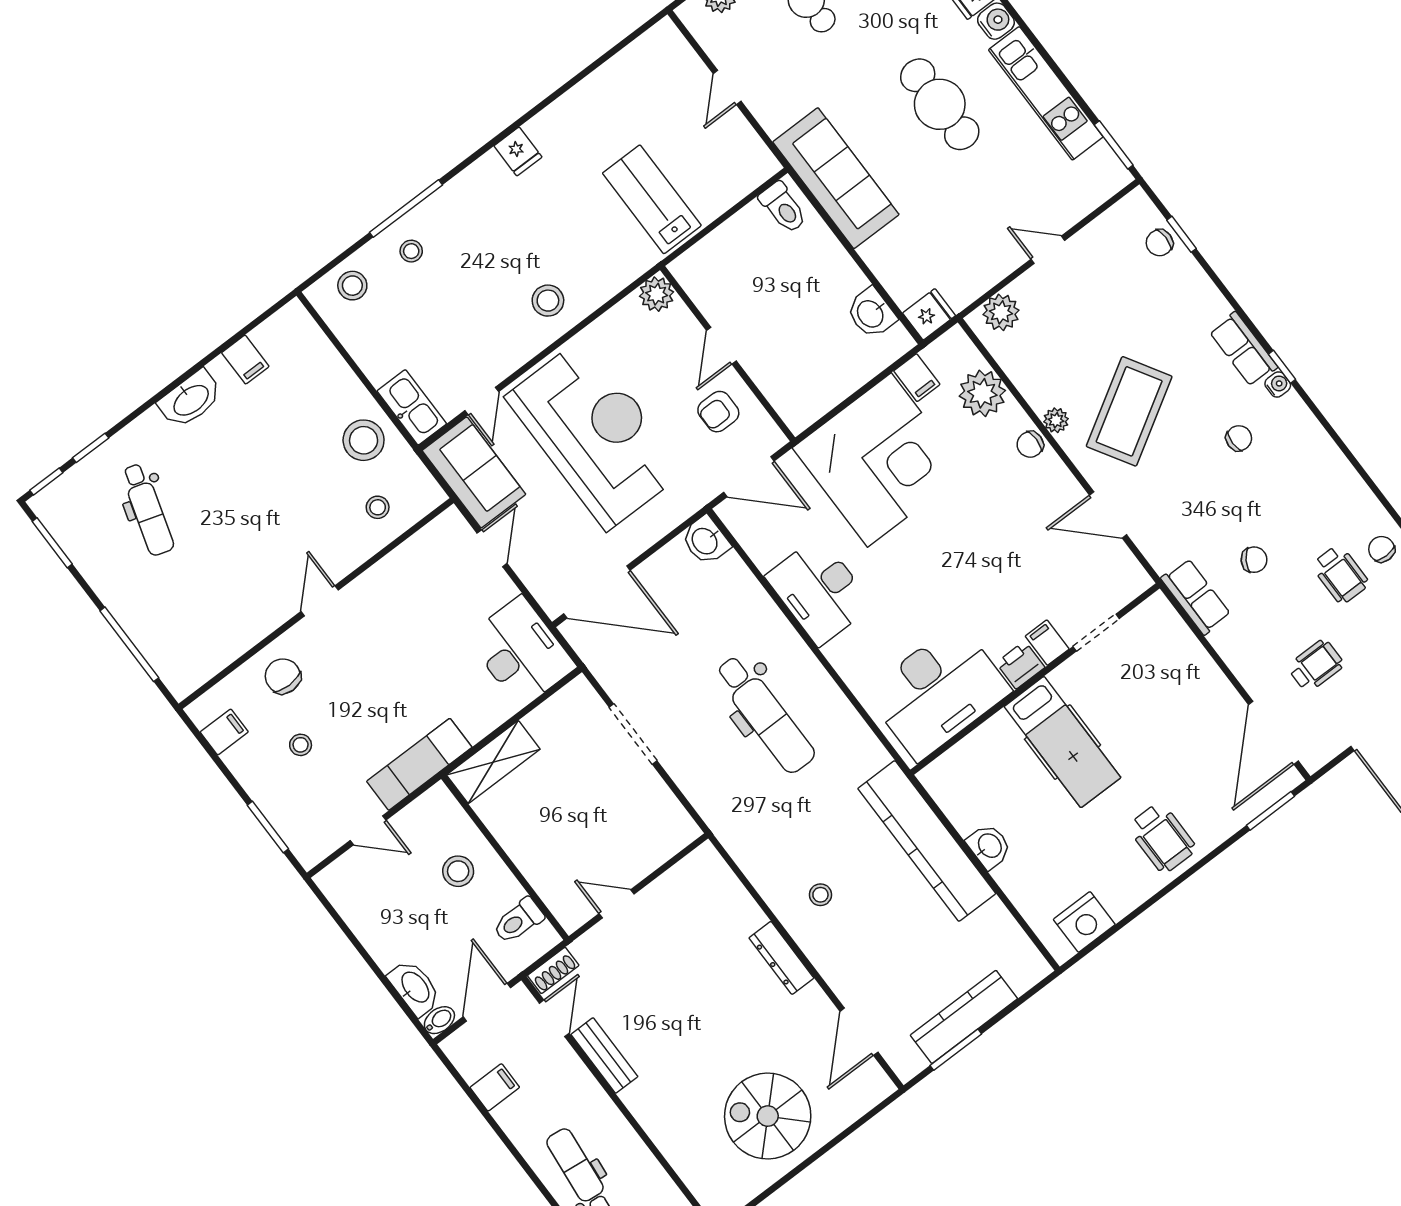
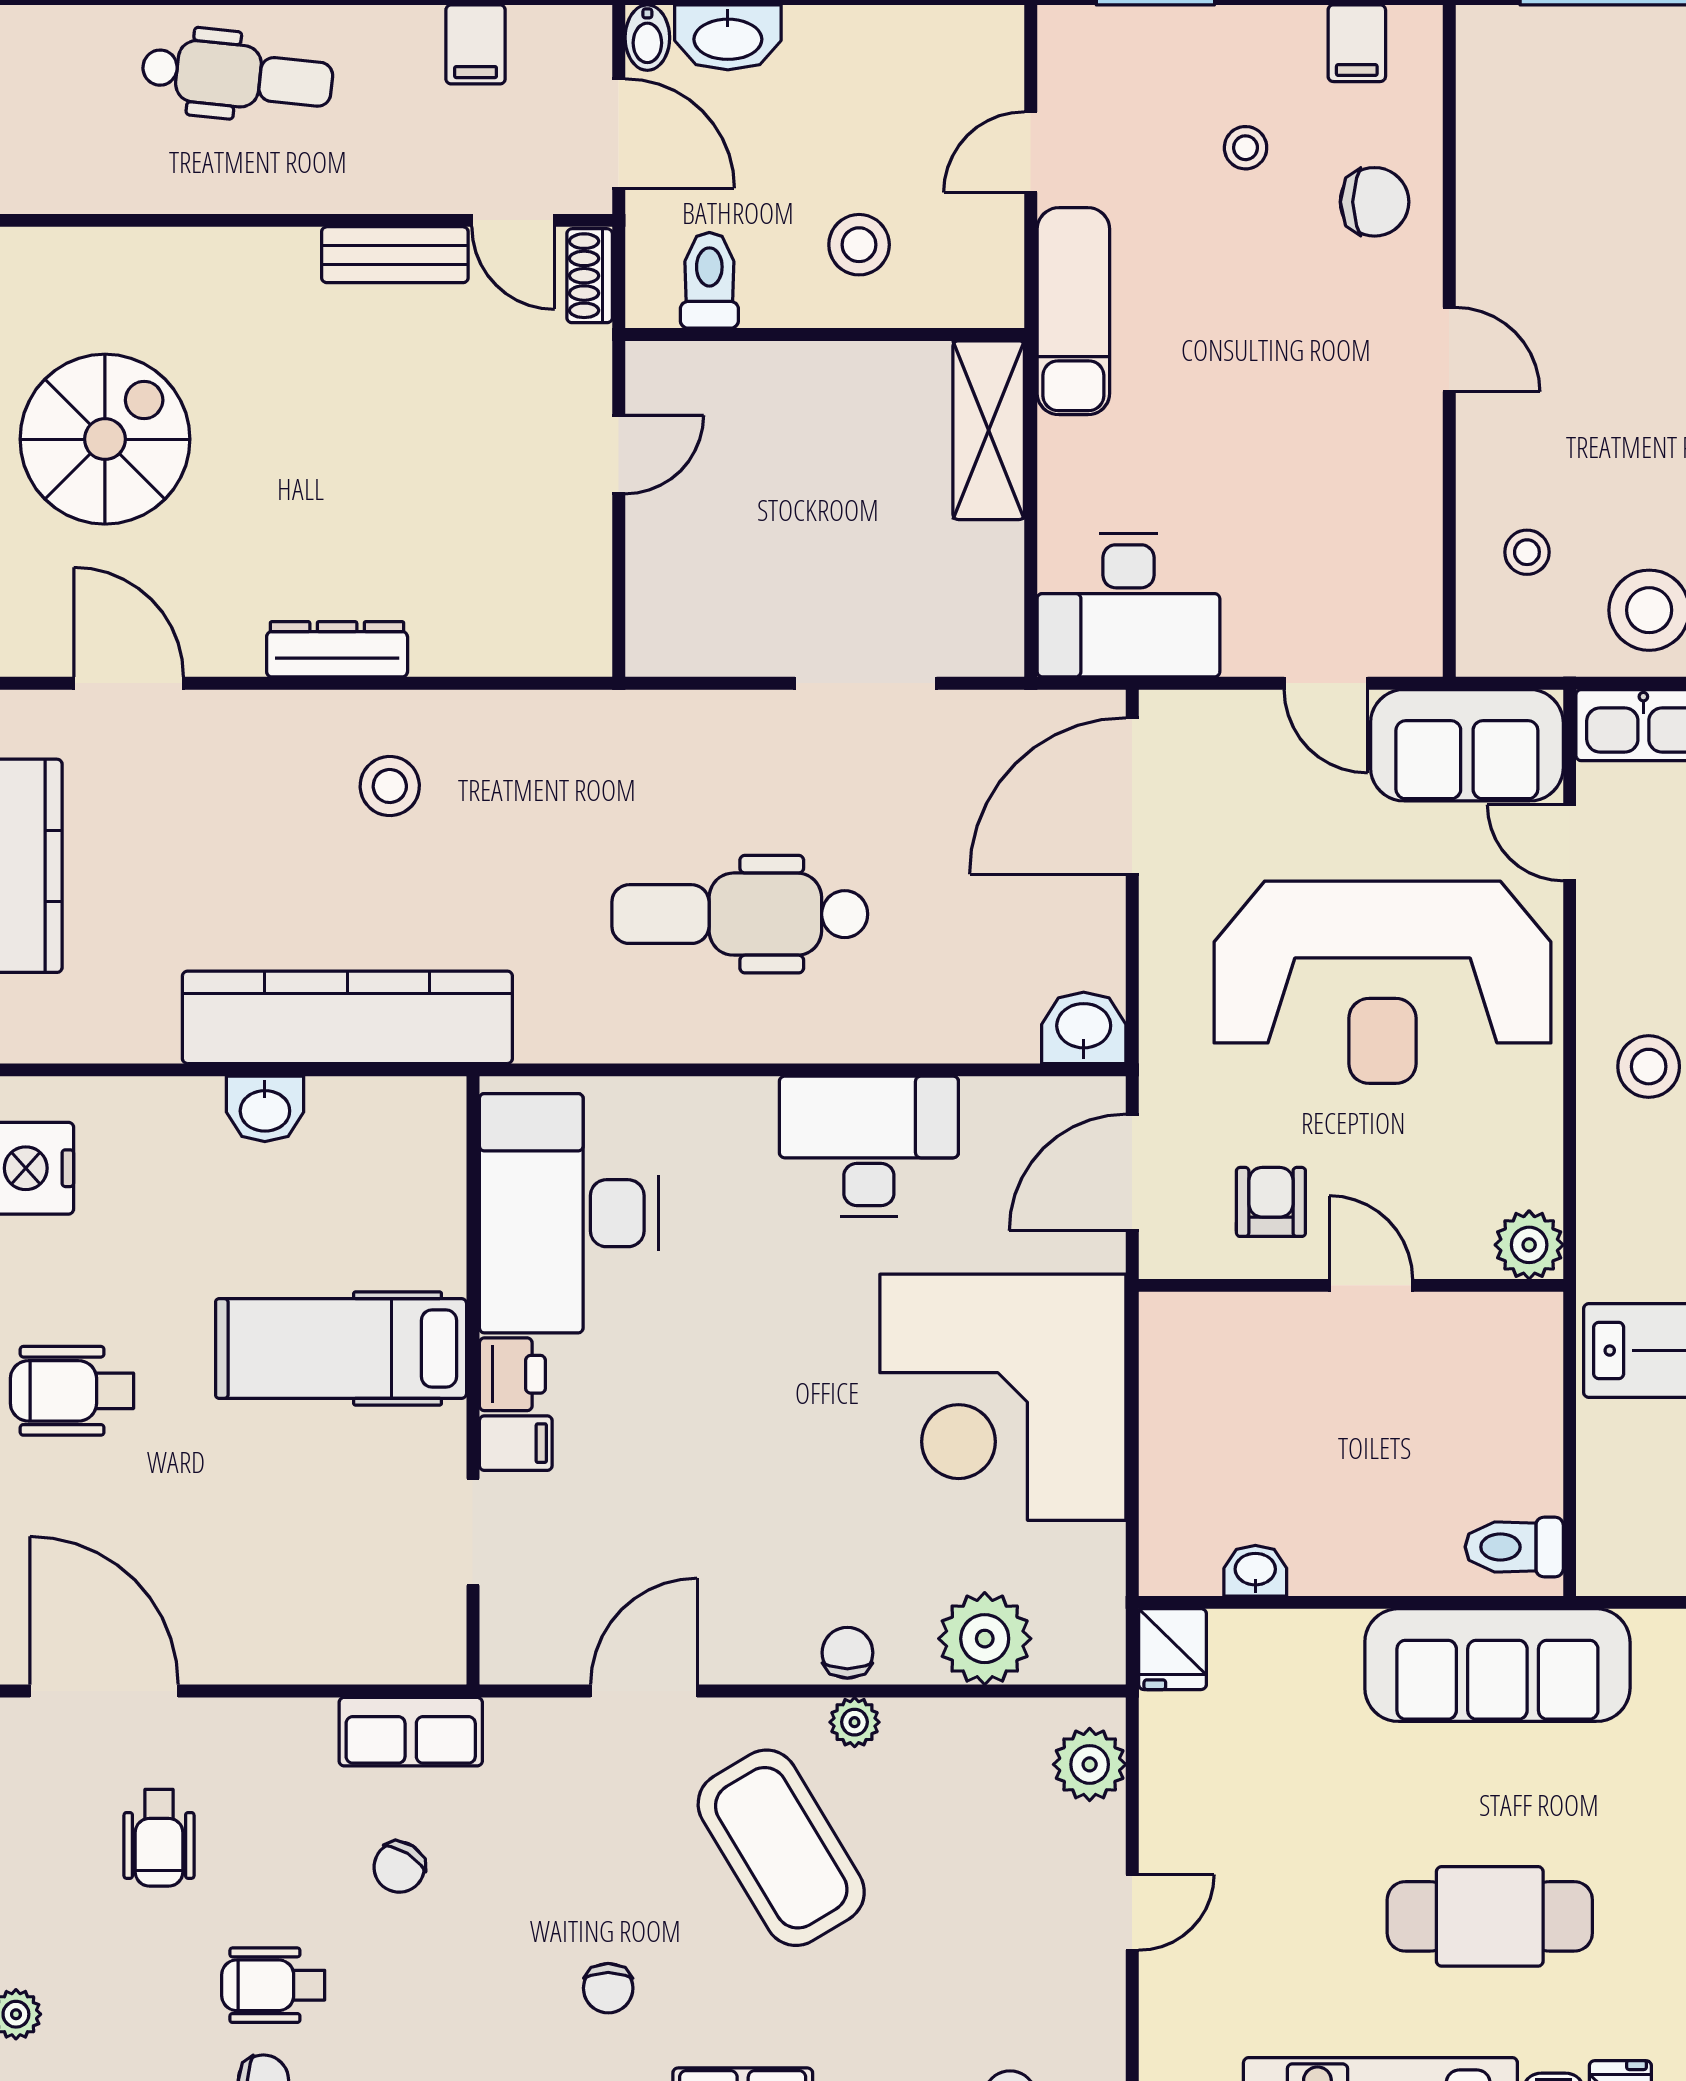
washbasin: (871, 313) -> (1255, 1571), width x0.72, depth x0.69
filing cabinet: (917, 378) -> (1087, 1554), removed
stool: (820, 895) -> (390, 786), width x1.37, depth x1.37

